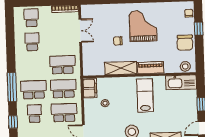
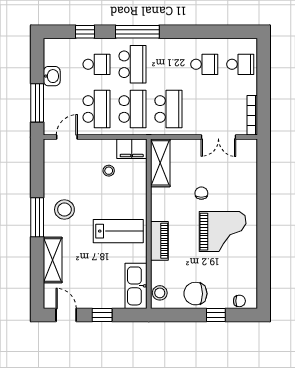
shelving: (121, 68) -> (160, 163), moved

